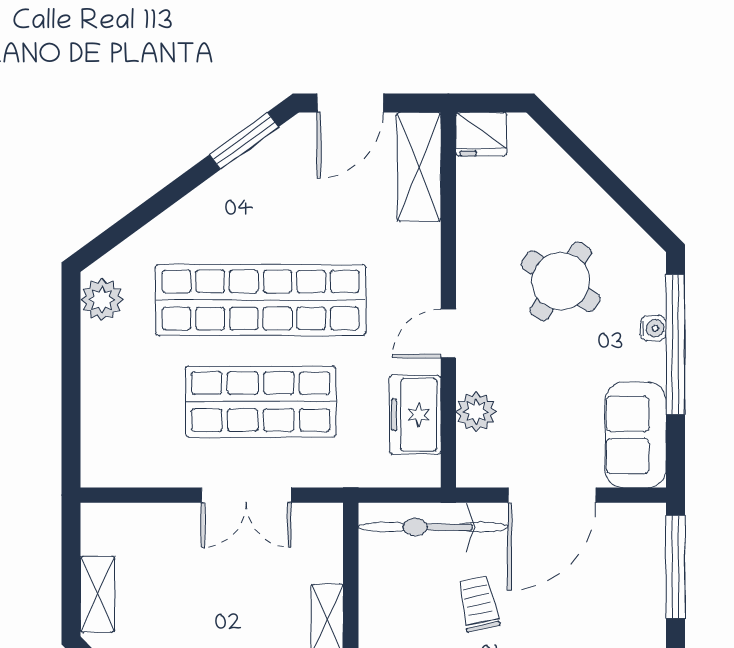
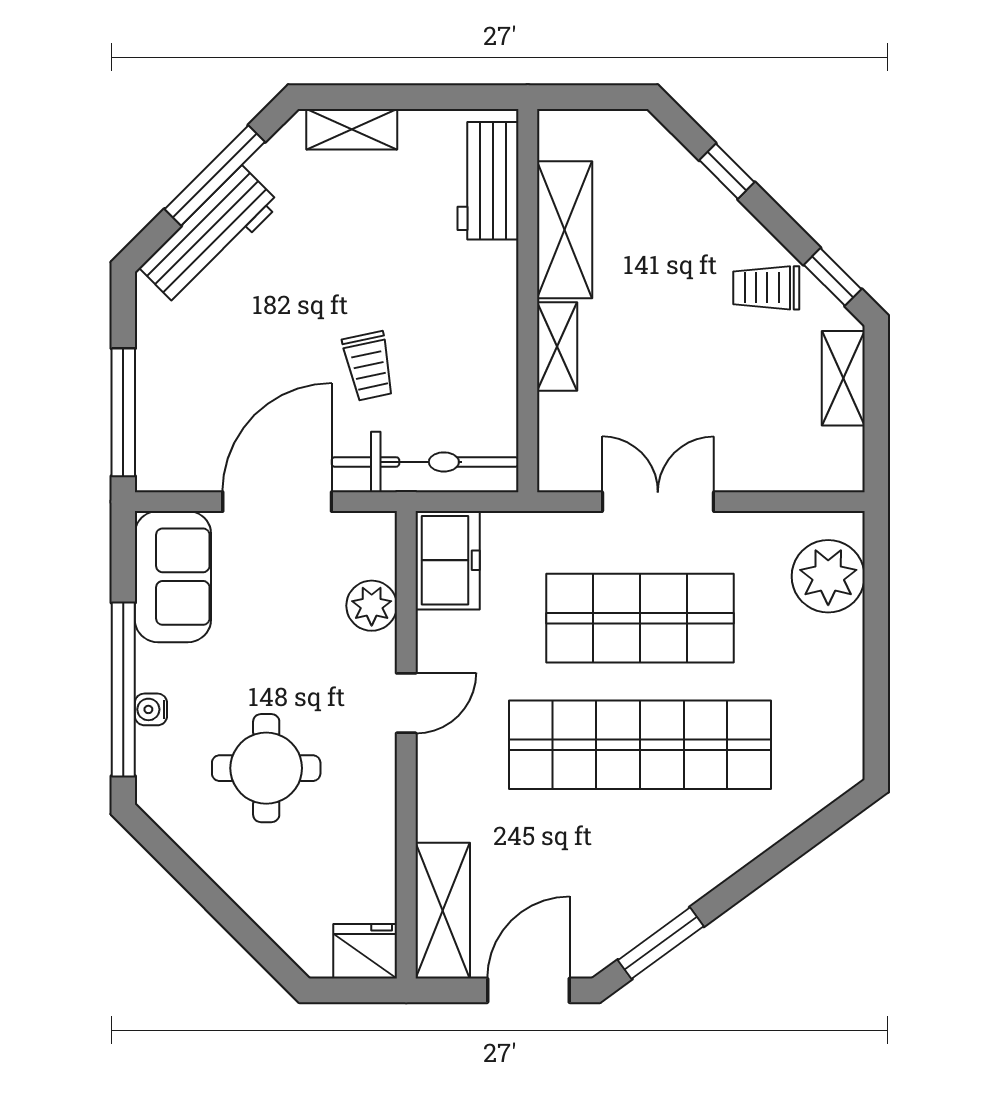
round table: (561, 281) -> (266, 768), turned -34
plant: (102, 300) -> (828, 576), moved, width x1.36, depth x1.36
freezer: (415, 415) -> (448, 560), moved

